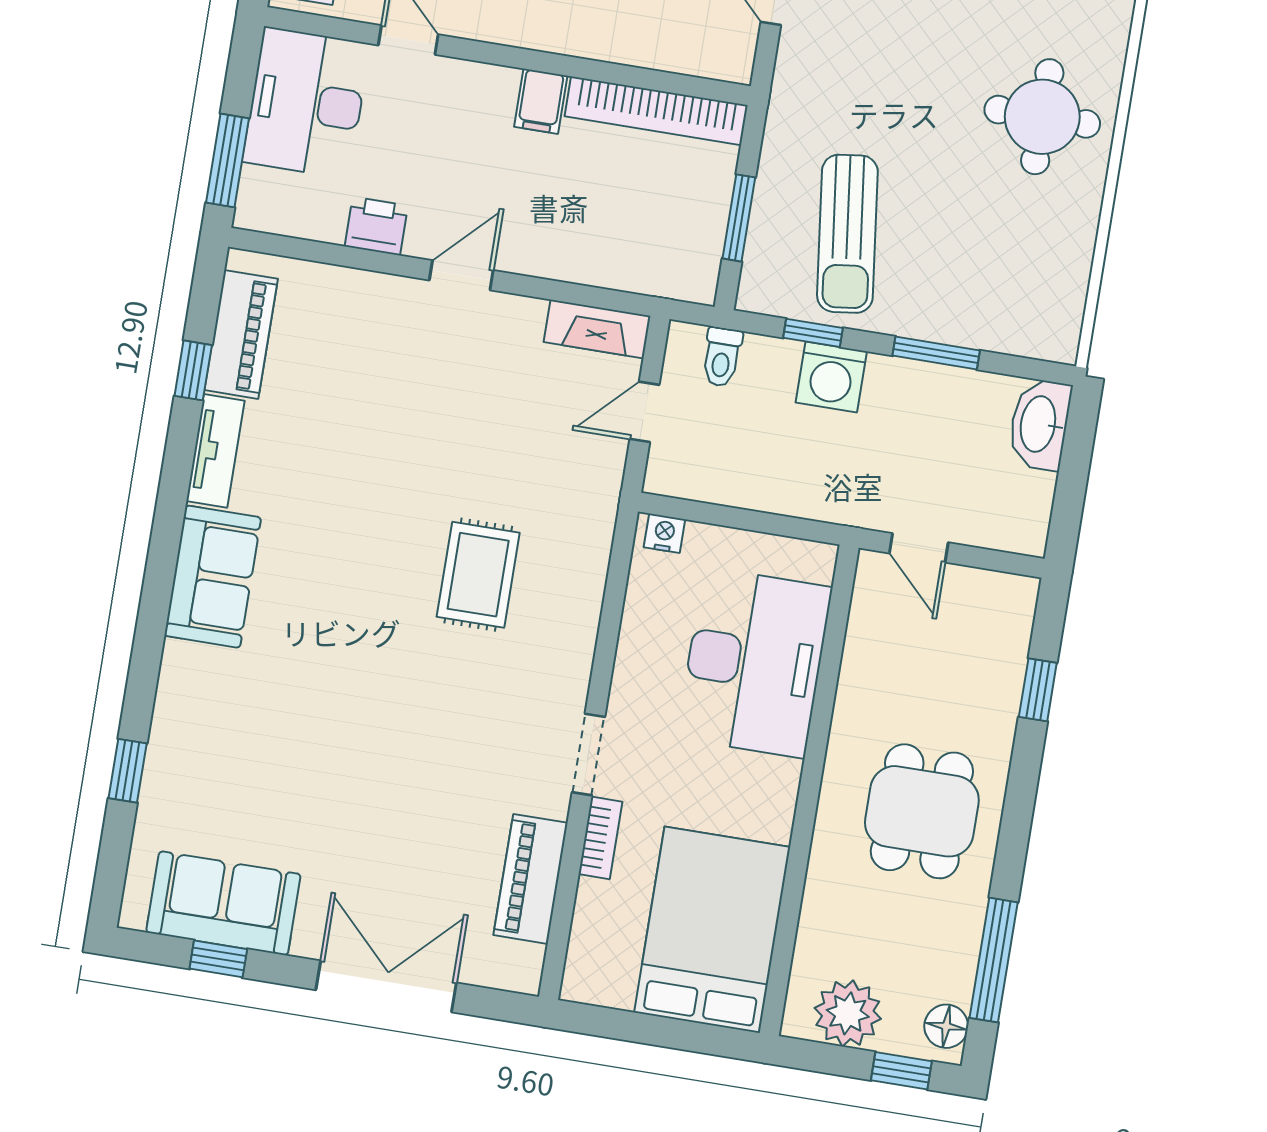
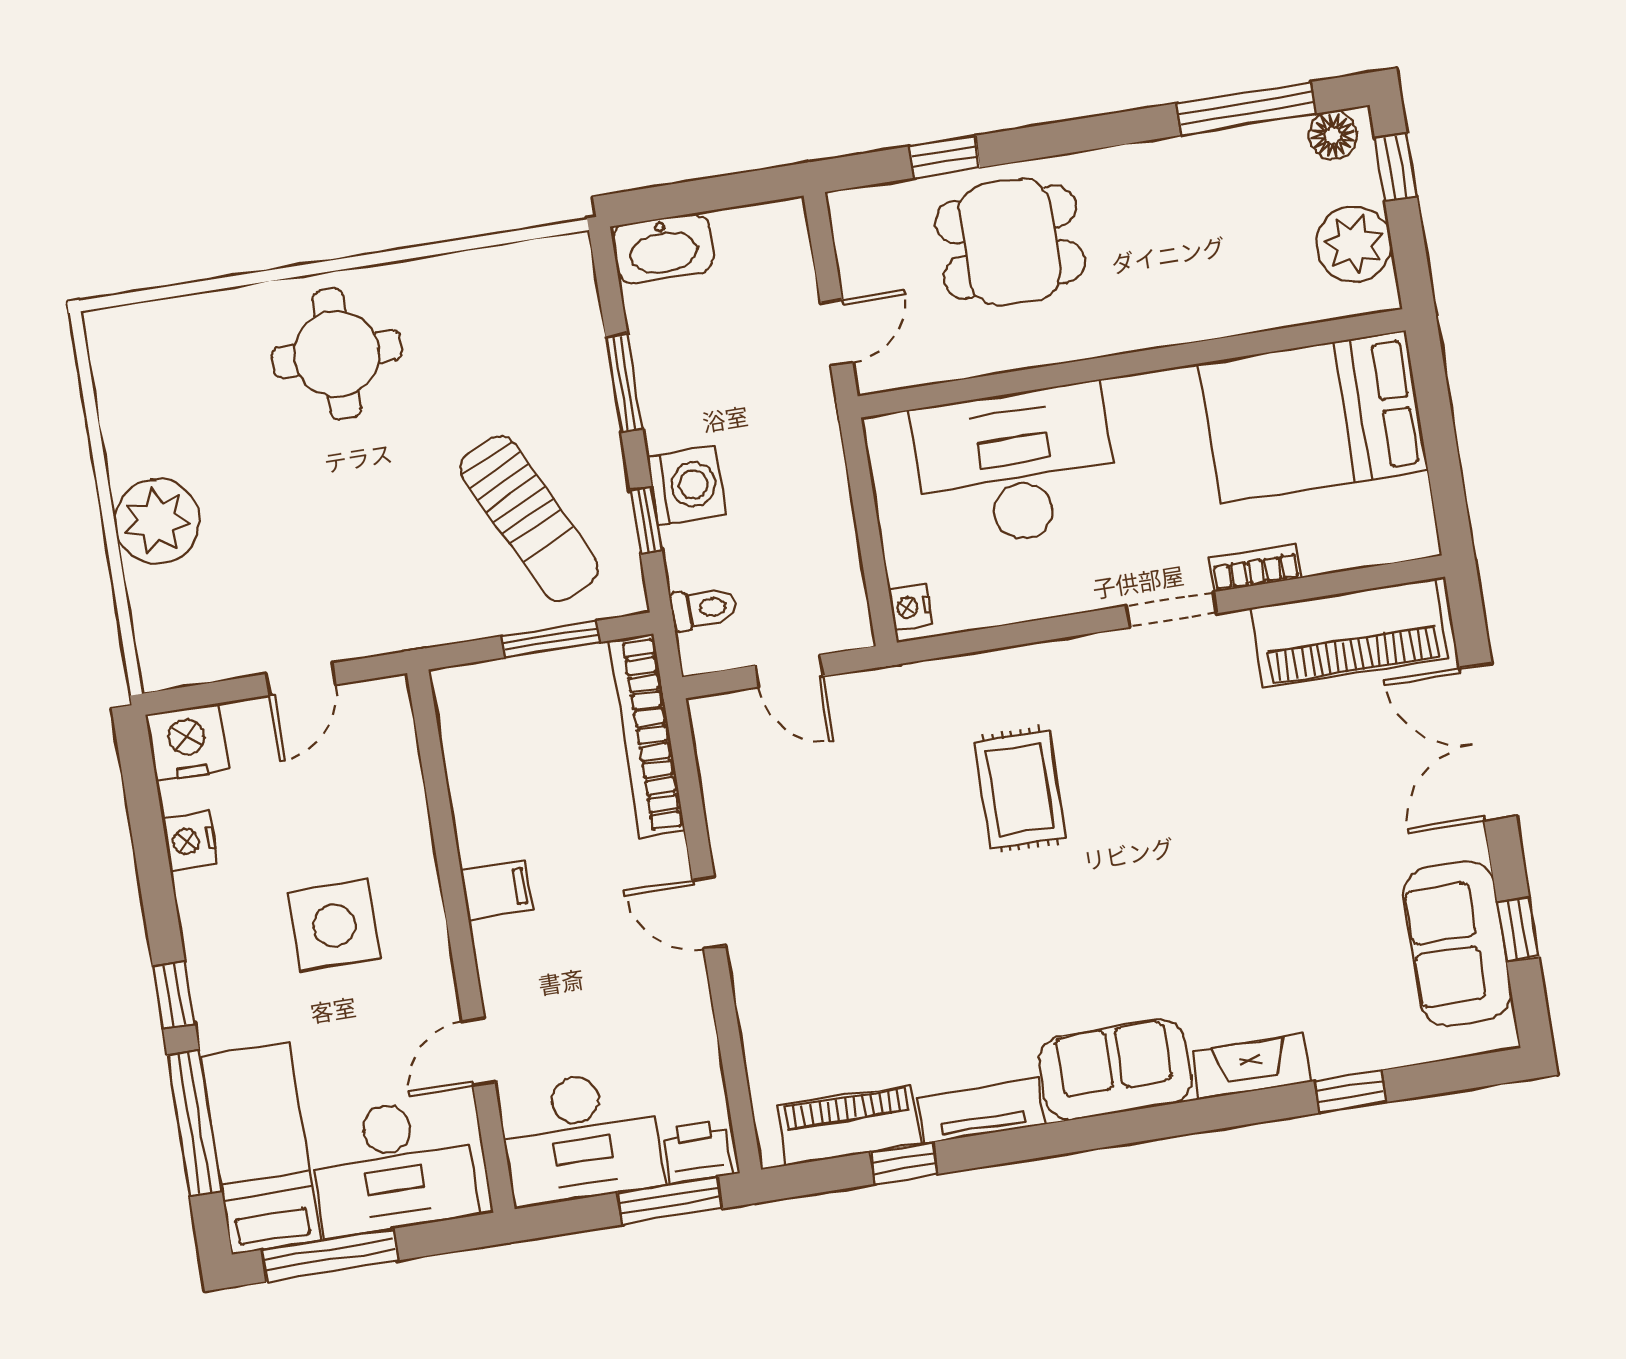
bookcase: (656, 111) -> (647, 736), moved, turned 180
printer: (376, 226) -> (697, 1151), moved, turned 90
sun lounger: (847, 234) -> (529, 519), turned 71
fireplace: (597, 329) -> (1251, 1067), moved, turned -90
rug: (478, 575) -> (1020, 790), turned 90
dining table: (922, 811) -> (1010, 242), moved
piano: (531, 879) -> (1350, 633), width x1.37, depth x1.33

